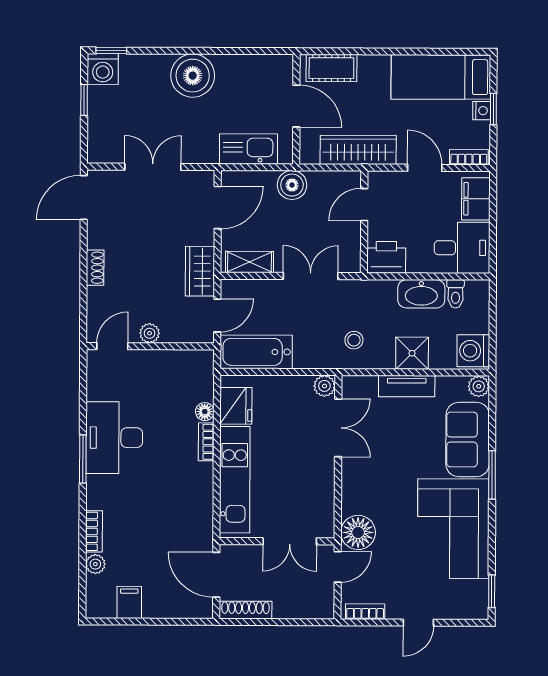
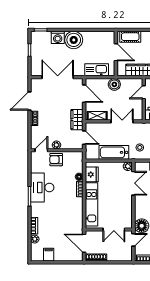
washing machine: (103, 69) -> (58, 37), moved
double door: (153, 167) -> (58, 77), width x1.37
door: (84, 197) -> (30, 101), moved
door: (218, 208) -> (84, 94), hinge flipped
door: (217, 315) -> (84, 138), hinge flipped
bathtub: (256, 352) -> (114, 152), moved
armchair: (149, 369) -> (56, 160), added

